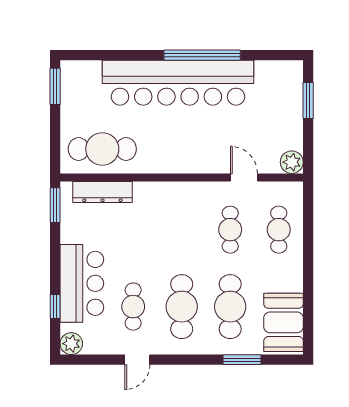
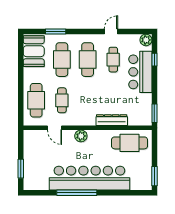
plant: (292, 162) -> (81, 136), moved
dresser: (102, 192) -> (112, 120), moved
cafe table: (279, 230) -> (36, 100), width x1.37, depth x1.35

